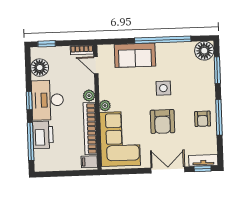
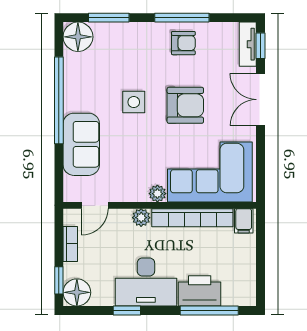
bookcase: (82, 50) -> (70, 244), moved
floor lamp: (40, 68) -> (77, 292), moved
window: (29, 101) -> (127, 310), moved

